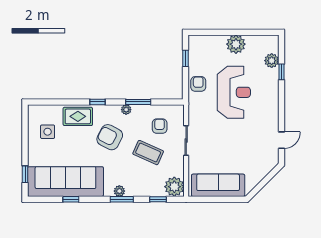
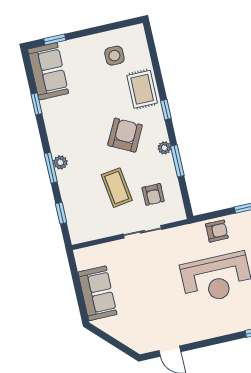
armchair: (160, 126) -> (153, 194), turned 90
coffee table: (148, 153) -> (117, 188), turned -32
sofa: (65, 182) -> (48, 71), width x0.54, depth x0.79
sofa: (218, 185) -> (97, 293), width x0.73
plant: (174, 187) -> (81, 230), removed

